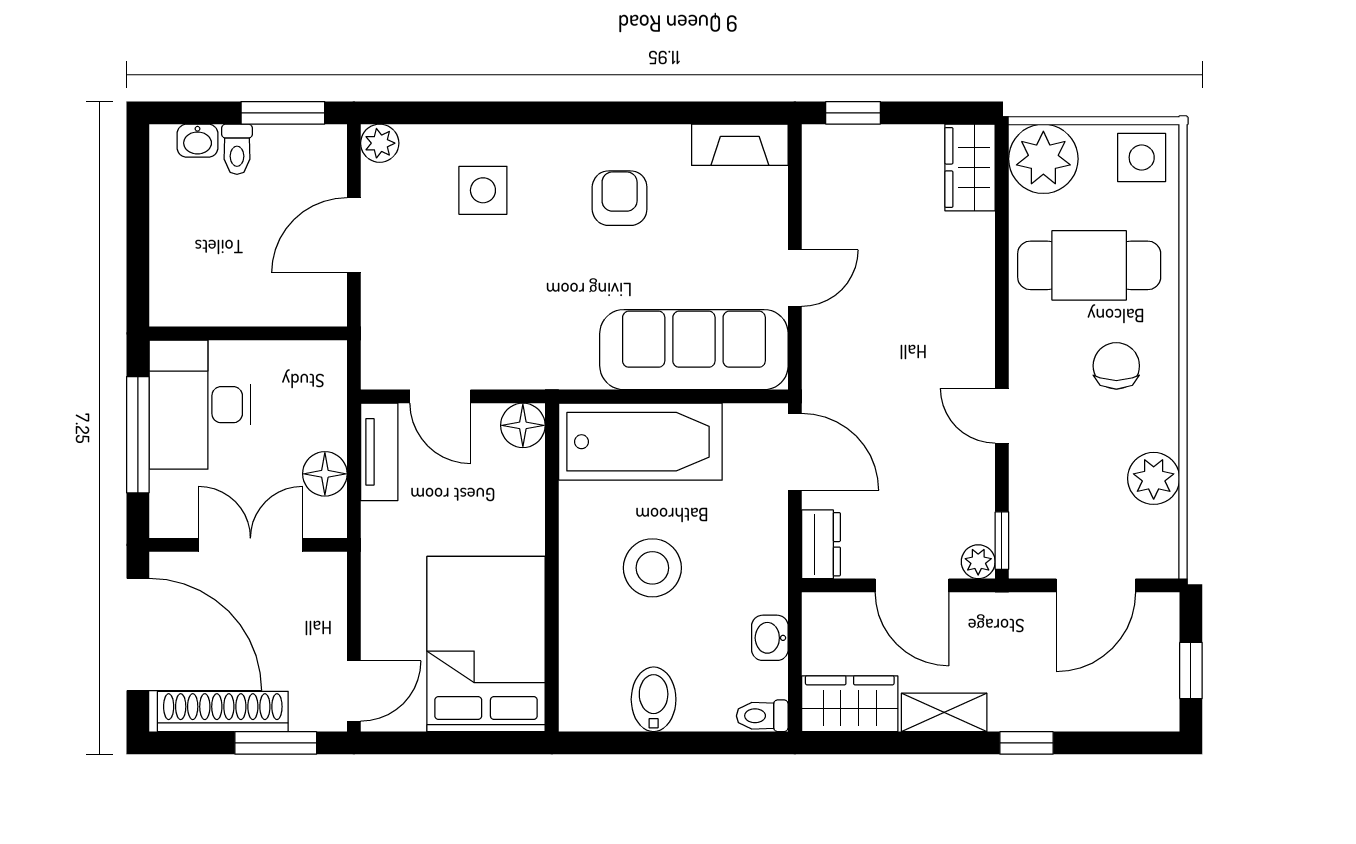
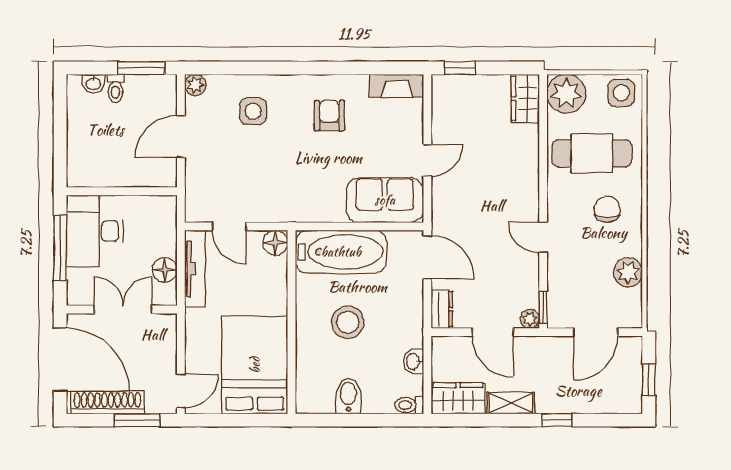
sofa: (694, 350) -> (385, 200), width x0.73
tv unit: (379, 452) -> (195, 269), width x1.41

